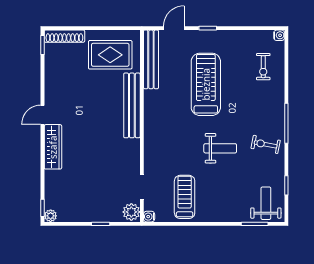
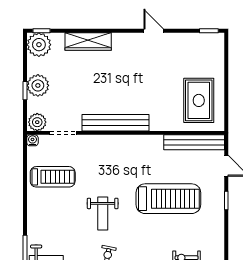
shoe rack: (64, 36) -> (218, 53), removed
bench: (132, 105) -> (116, 123), moved
door: (42, 115) -> (154, 31), moved
wardrobe: (53, 147) -> (88, 42), moved
plant: (96, 211) -> (38, 85), added
plant: (51, 216) -> (39, 45), width x1.88, depth x1.88

